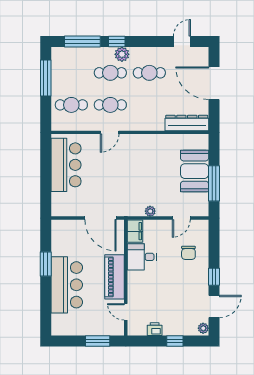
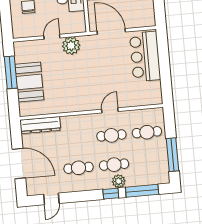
plant: (122, 54) -> (119, 181), moved
bar counter: (66, 165) -> (145, 56), moved
plant: (150, 211) -> (71, 46), width x1.88, depth x1.88
door: (181, 218) -> (52, 37), moved
filing cabinet: (135, 231) -> (79, 22), removed

